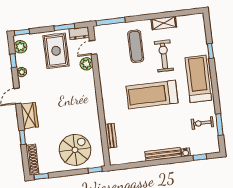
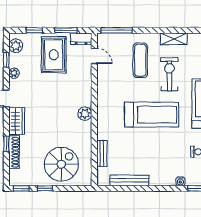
window: (22, 32) -> (34, 30), moved
door: (93, 47) -> (94, 56), swing flipped
plant: (86, 64) -> (85, 114), moved
treadmill: (152, 95) -> (152, 115), turned 180
bench: (163, 154) -> (129, 180), moved
shoe rack: (32, 160) -> (14, 152), moved
window: (95, 170) -> (45, 188), moved

